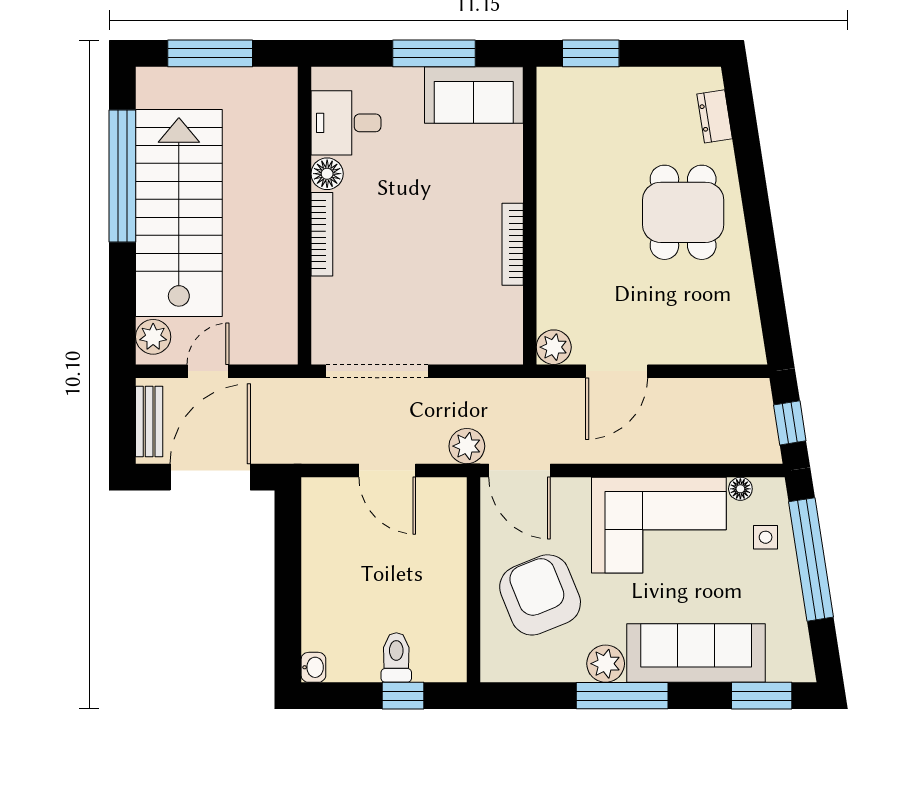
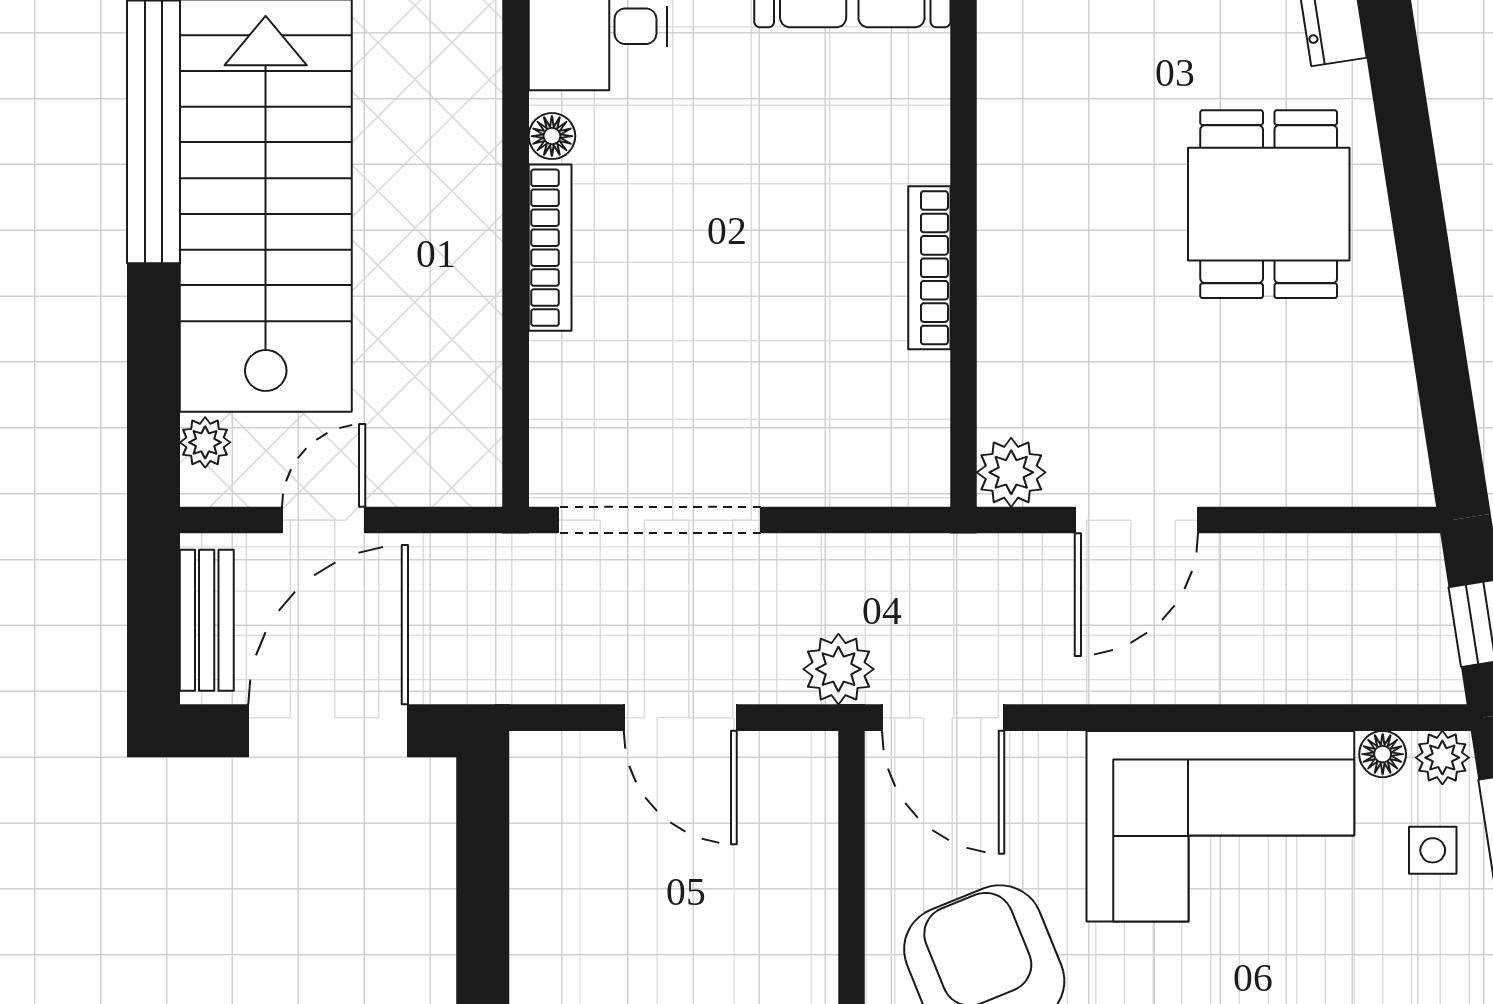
floor lamp: (327, 174) -> (552, 136), width x0.73, depth x0.73
plant: (153, 337) -> (205, 442), width x0.73, depth x0.73
plant: (770, 491) -> (1442, 758), added

